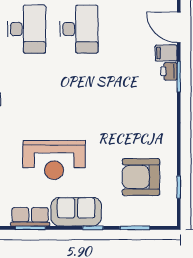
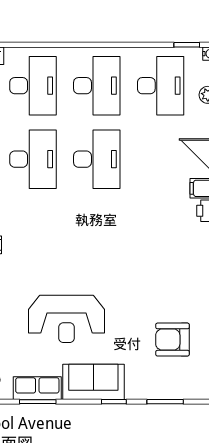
armchair: (141, 177) -> (172, 340), width x0.73, depth x0.73

